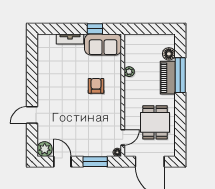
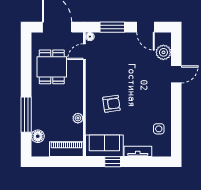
side table: (49, 61) -> (159, 129), added
piano: (168, 78) -> (66, 149), moved, turned -90
armchair: (96, 86) -> (111, 104), turned -98
plant: (45, 149) -> (163, 52), moved

